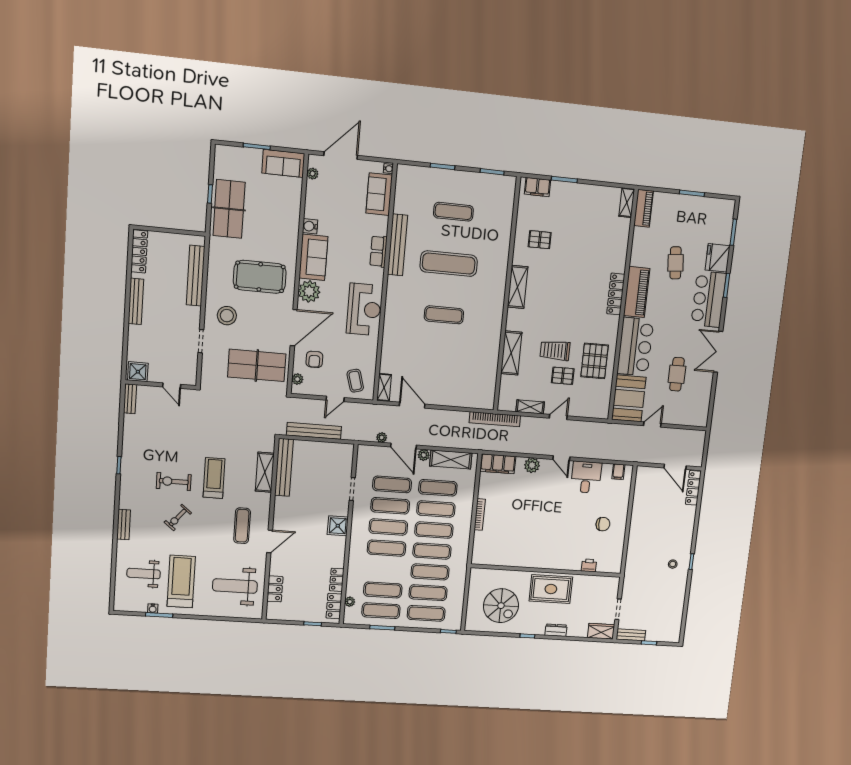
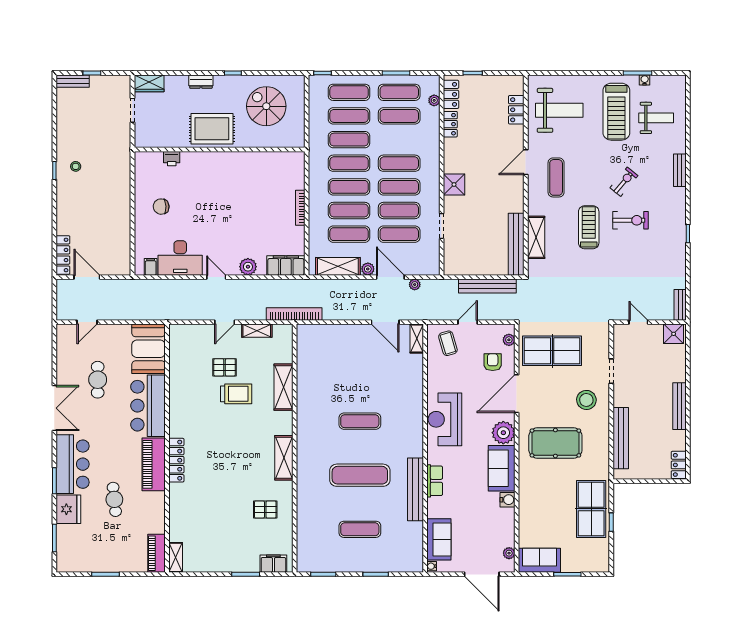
door: (341, 155) -> (482, 574), hinge flipped
locker: (139, 251) -> (679, 465), width x0.66
pallet: (595, 361) -> (191, 386), removed
door: (652, 425) -> (87, 322), moved
desk: (586, 477) -> (180, 258), width x1.37
treadmill: (214, 478) -> (589, 227), turned 180
bench: (631, 635) -> (73, 81), moved

